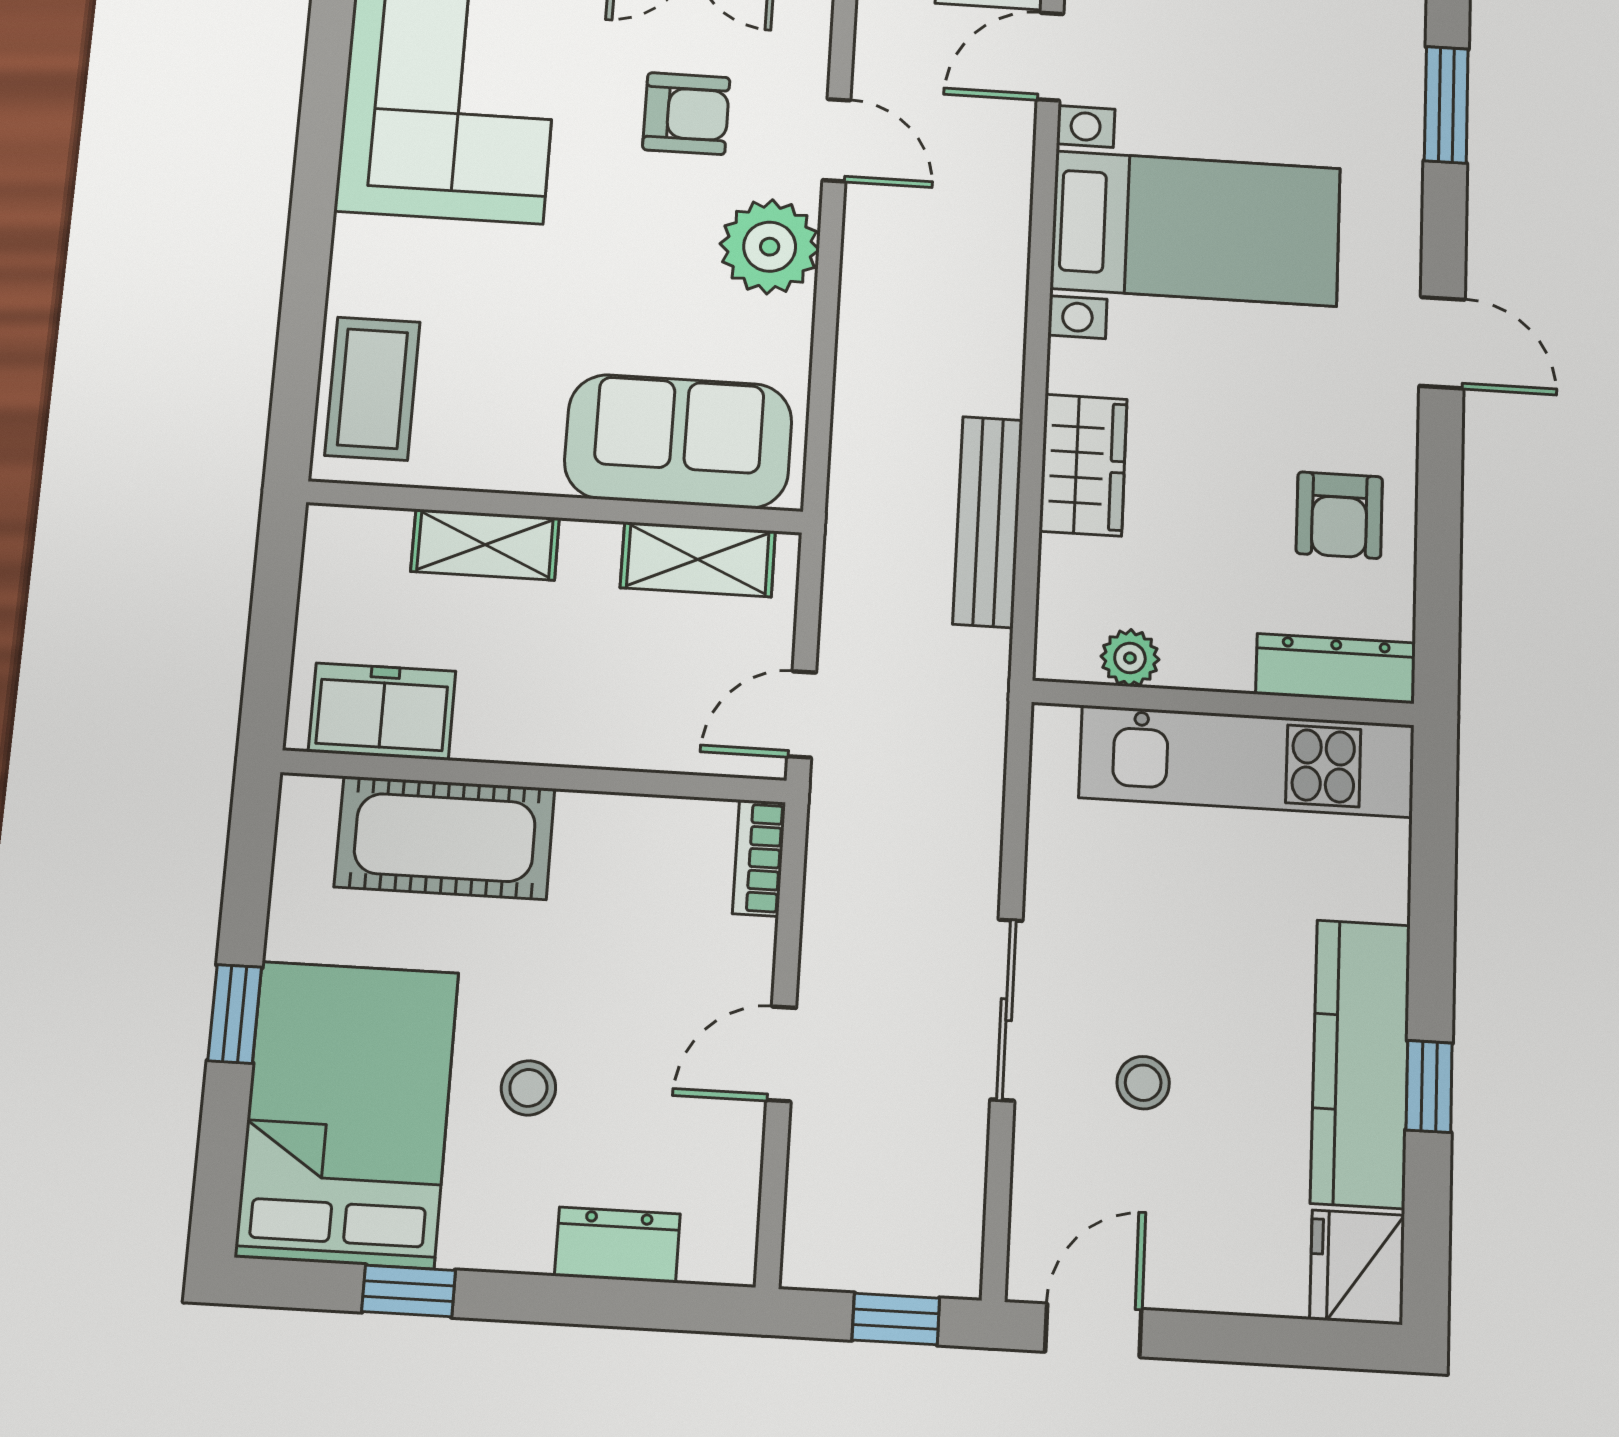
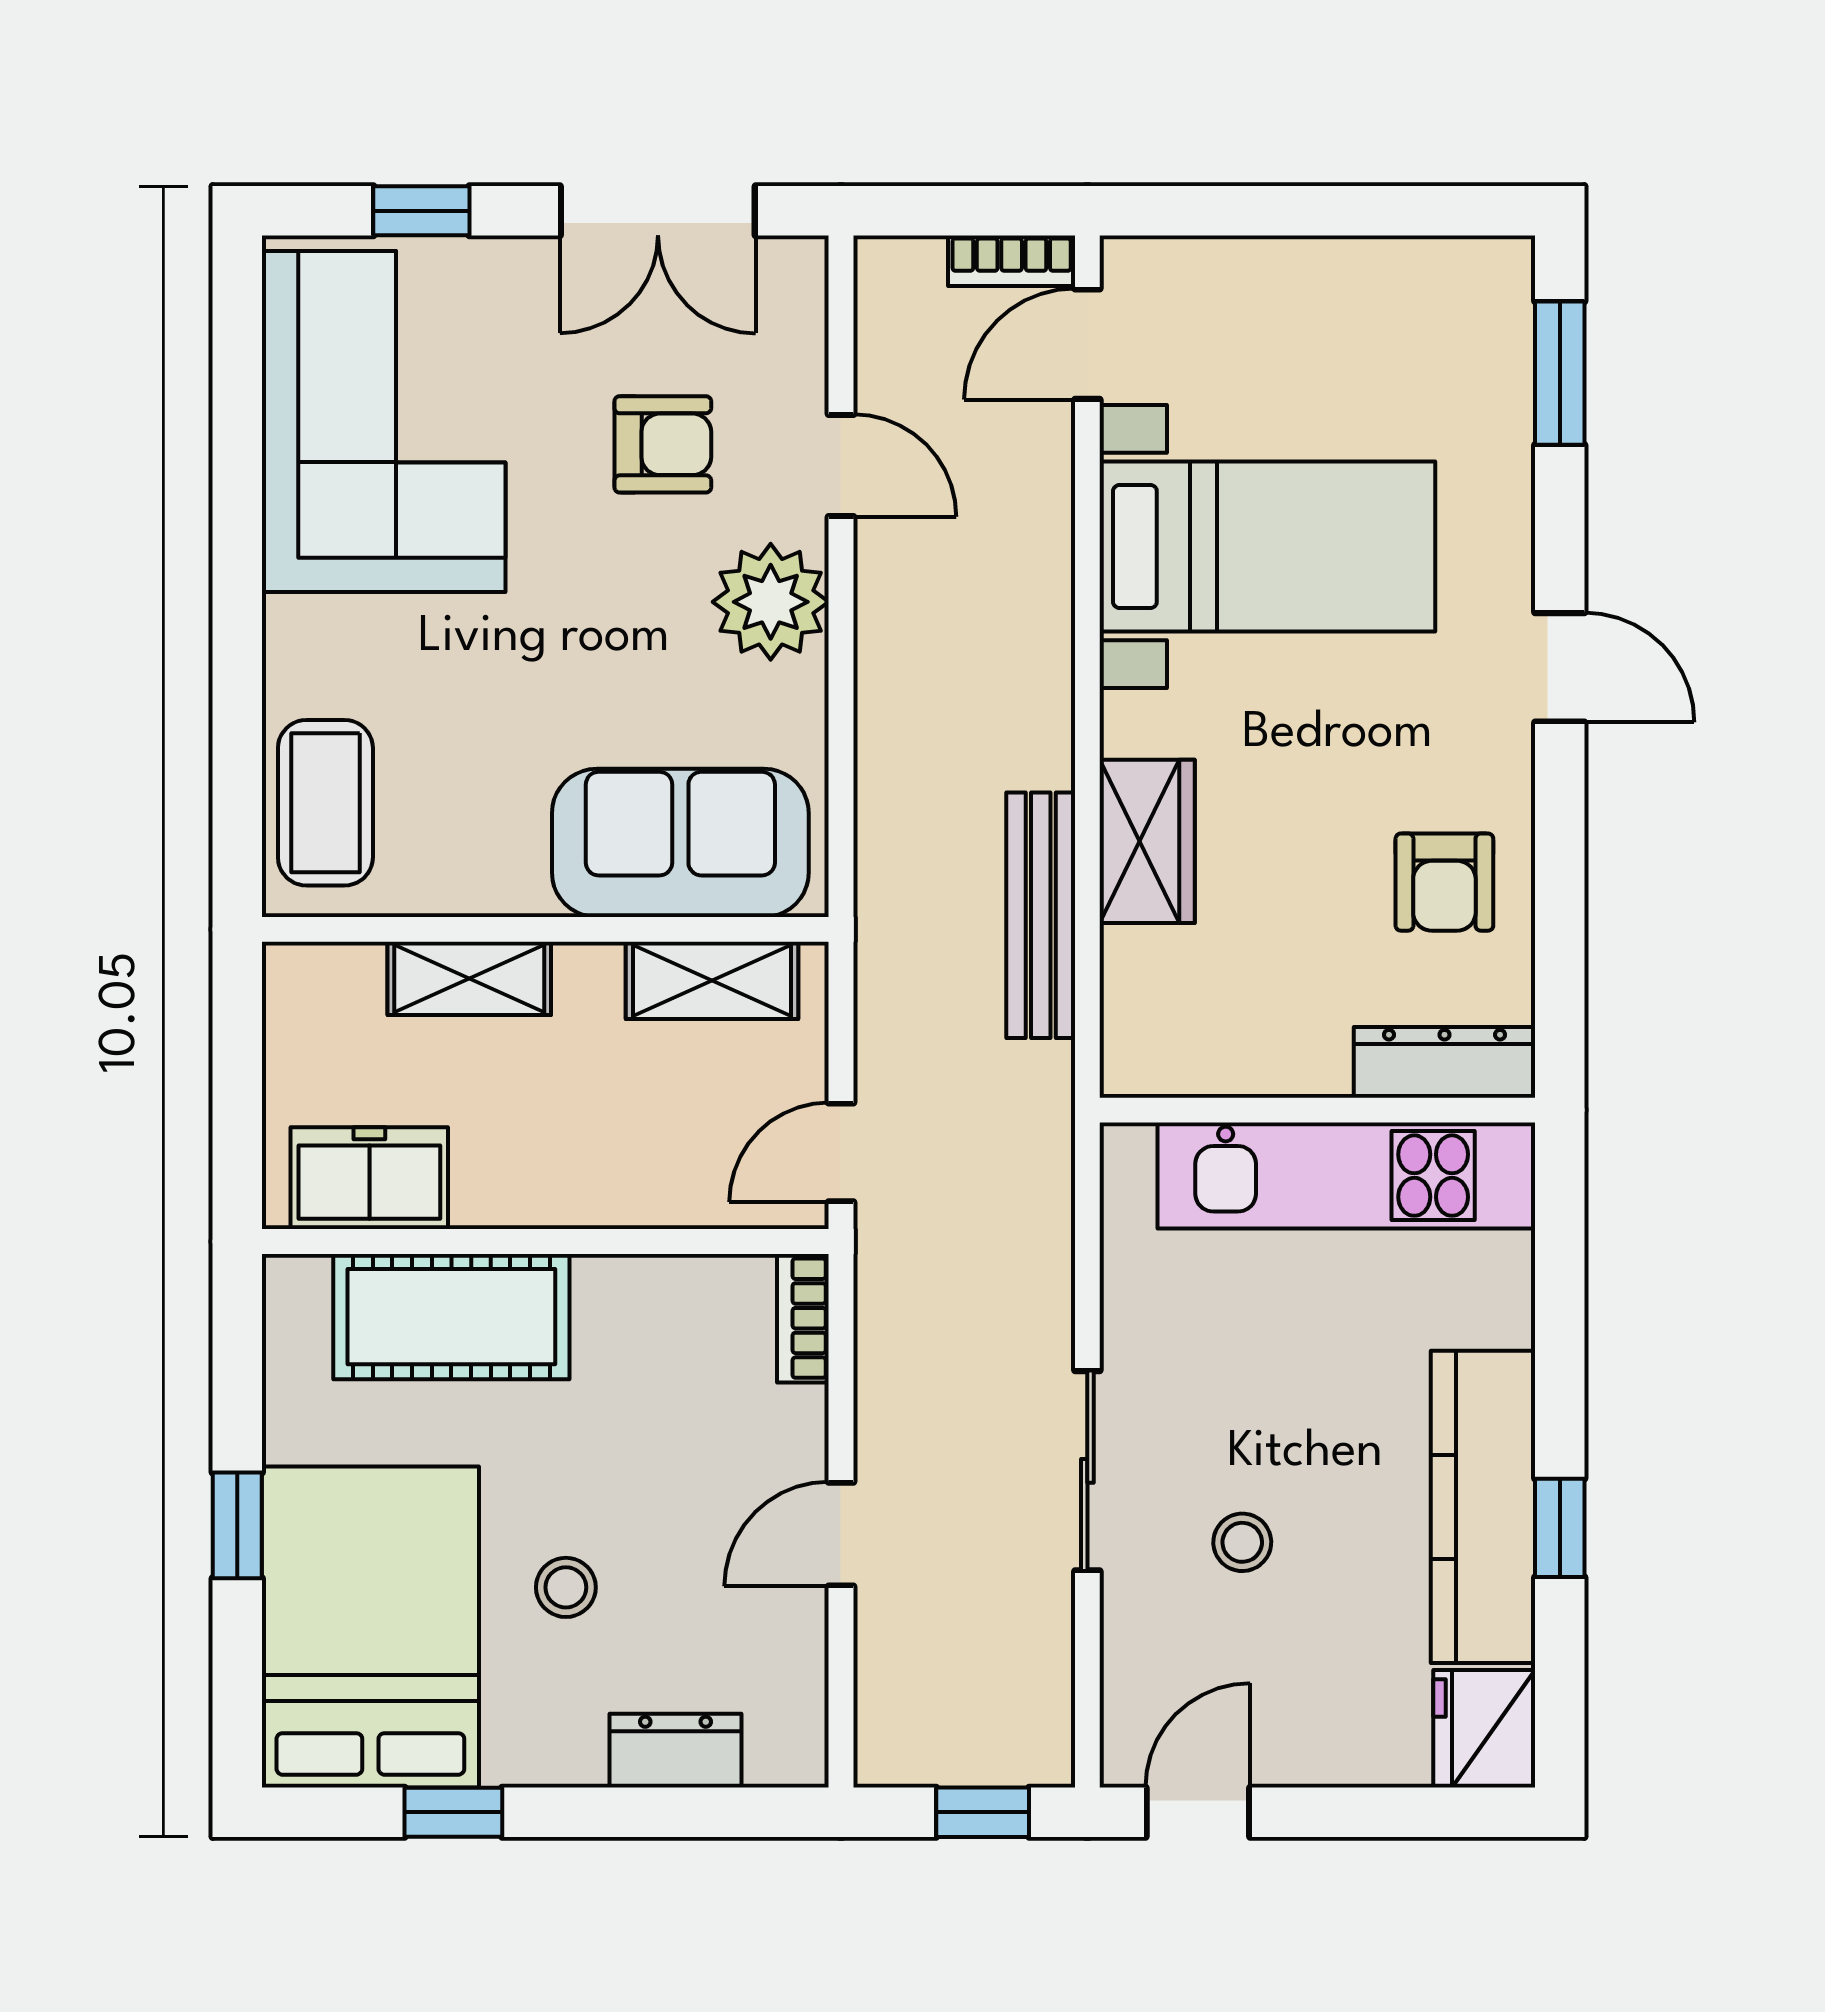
plant: (1130, 658) -> (1210, 1065), removed

